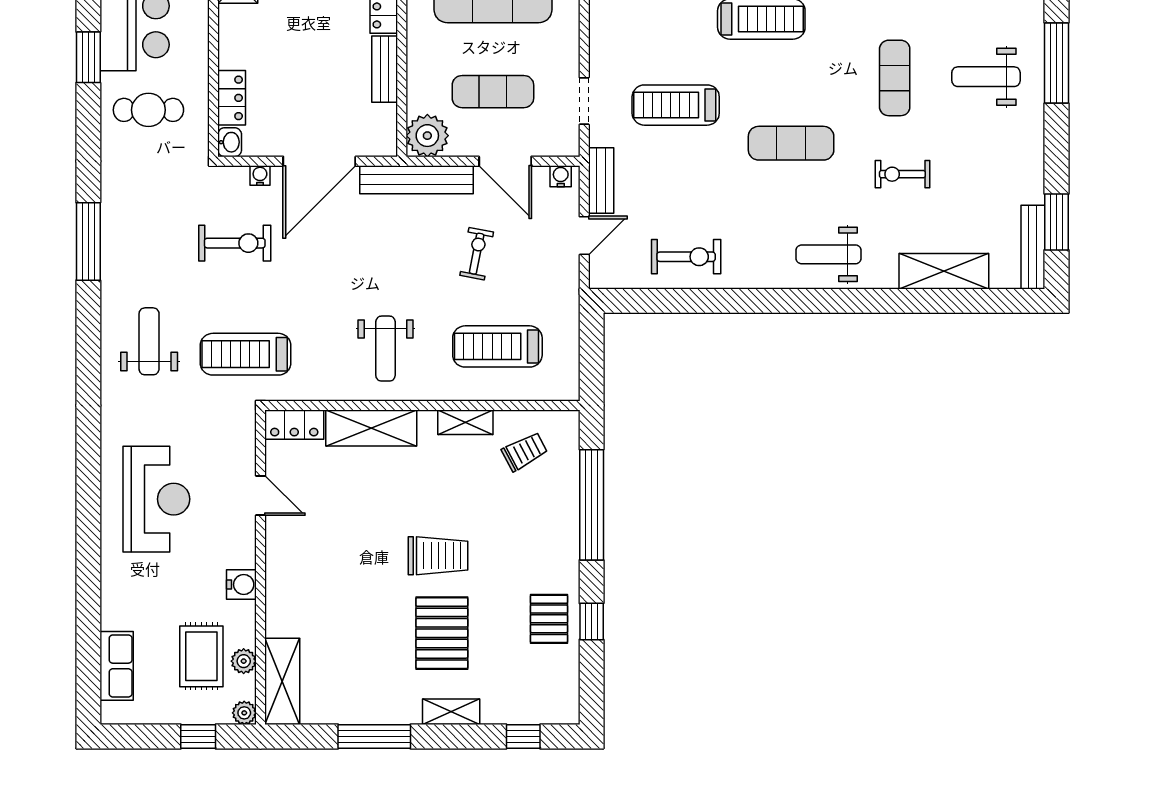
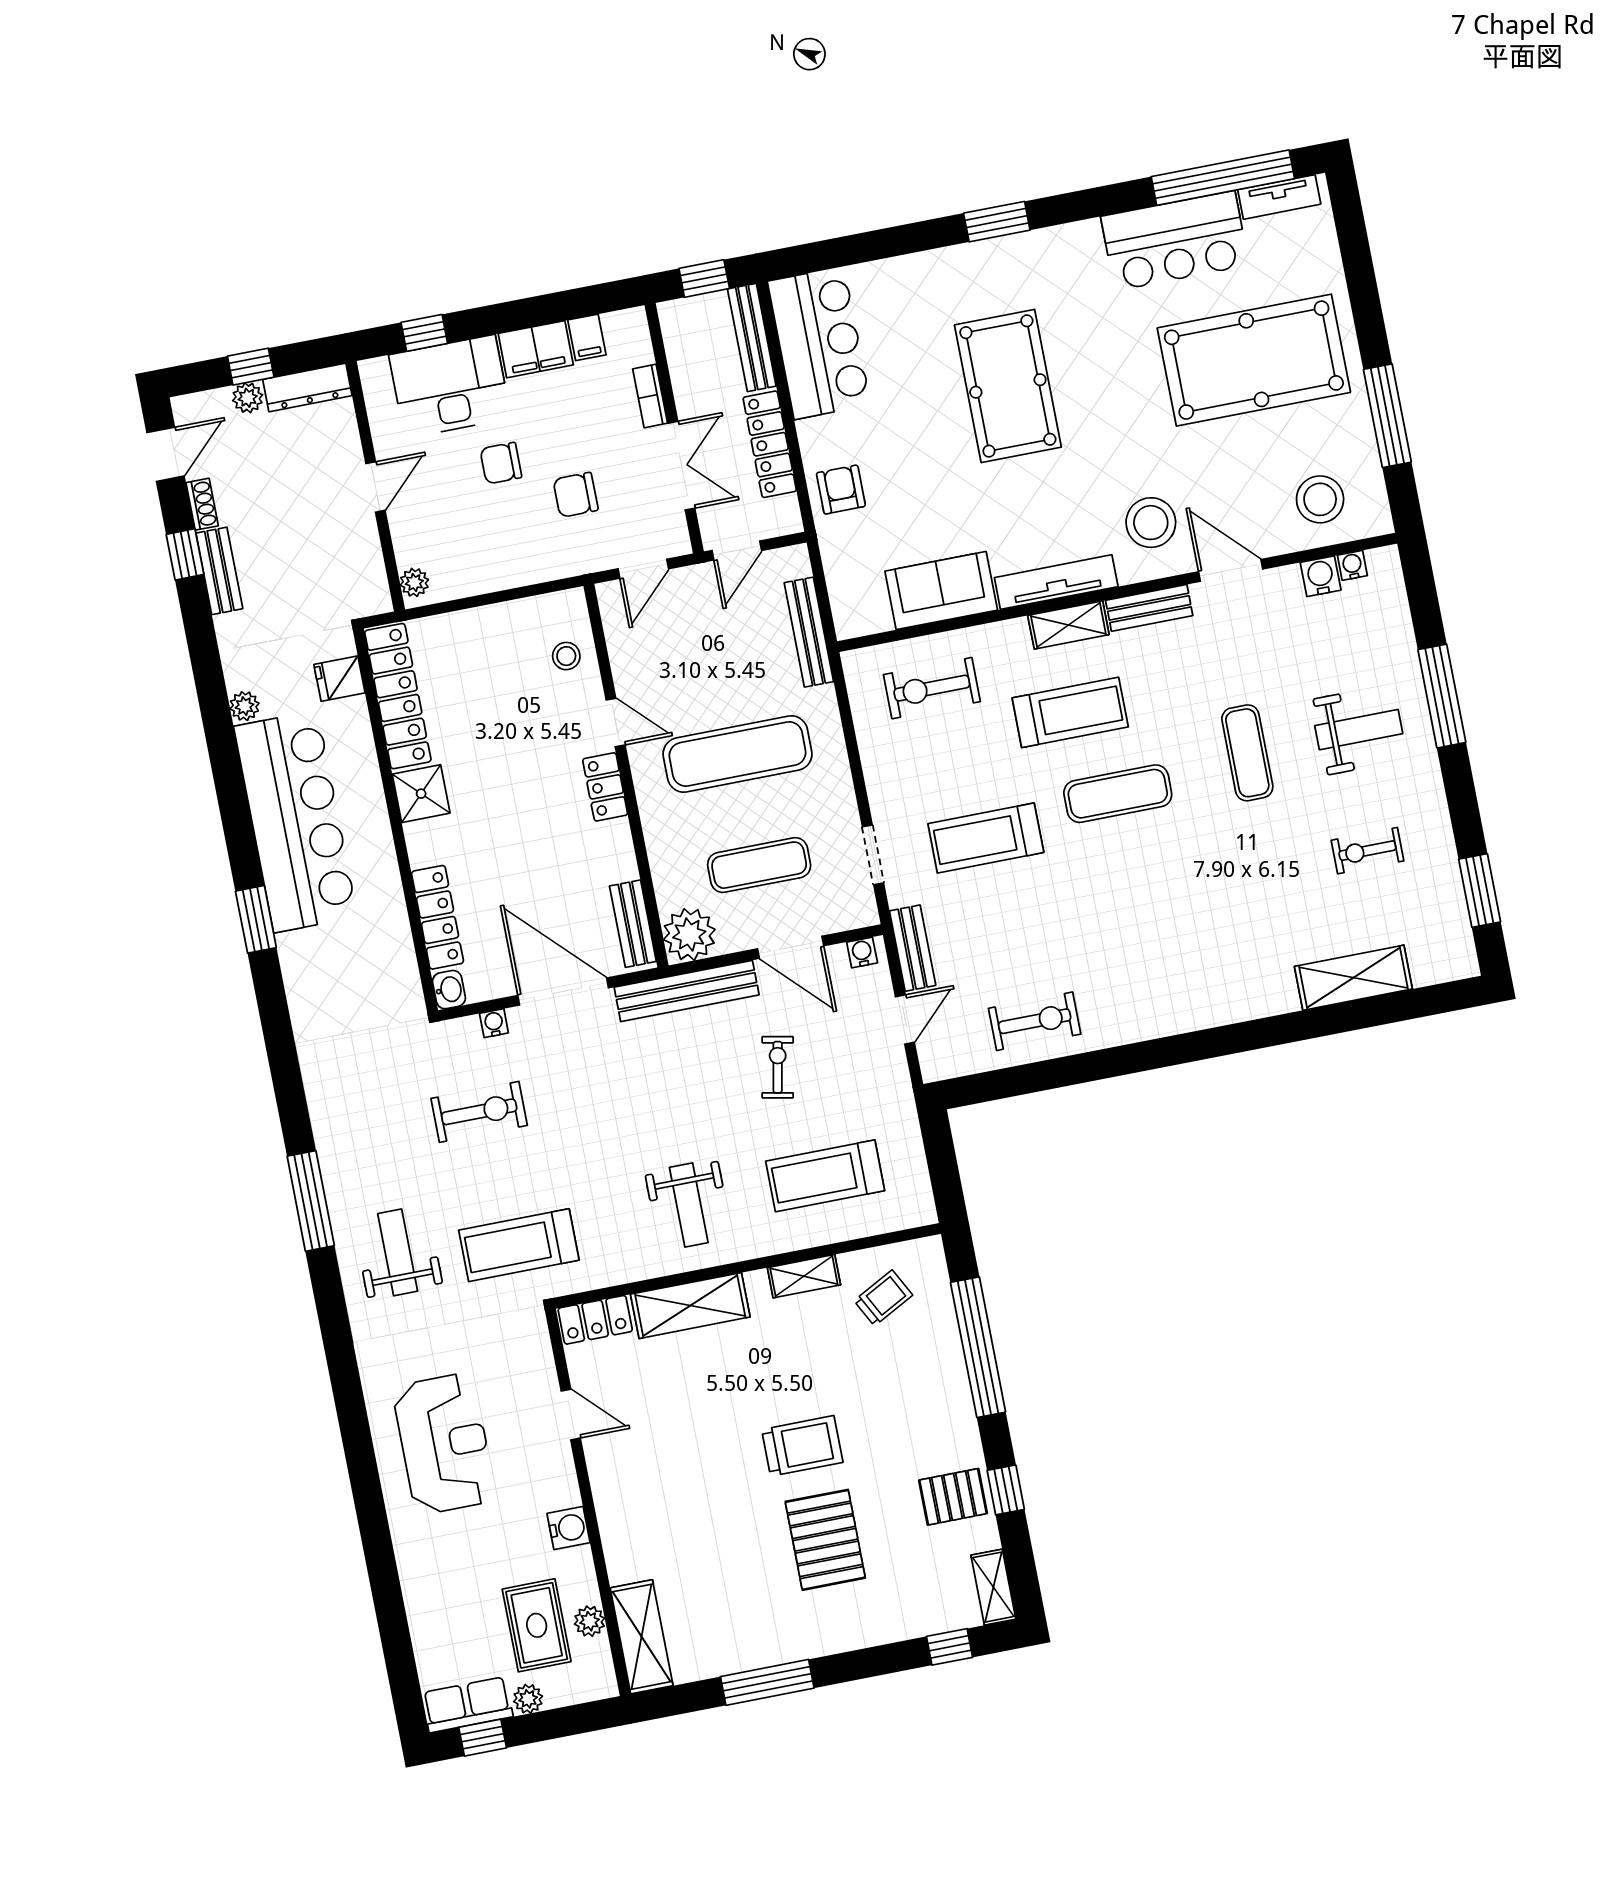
bench: (385, 69) -> (633, 924), moved
weight bench: (986, 77) -> (1359, 730), turned 180
locker: (232, 98) -> (437, 917), width x1.53
cafe table: (148, 110) -> (342, 969), removed
exercise mat: (791, 143) -> (1118, 794), moved
door: (319, 161) -> (563, 992), swing flipped
exercise bike: (902, 174) -> (1367, 851), moved
window: (88, 241) -> (311, 1201), moved
bench: (1033, 247) -> (1457, 927), removed
weight bench: (829, 254) -> (1208, 984), removed
pallet: (549, 619) -> (953, 1497), turned 90
row of seats: (117, 666) -> (467, 1705), moved, turned -90
shelving: (451, 712) -> (993, 1587), moved, turned 90
plant: (244, 713) -> (528, 1699), moved
window: (198, 736) -> (483, 1738), moved

